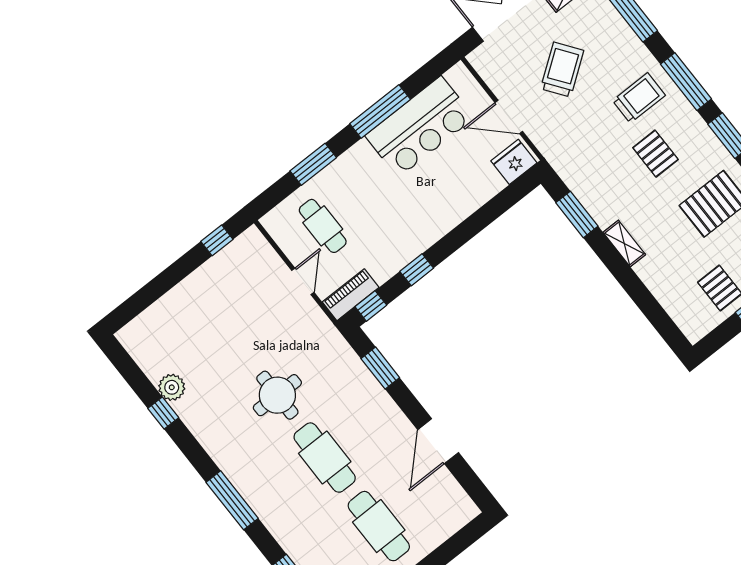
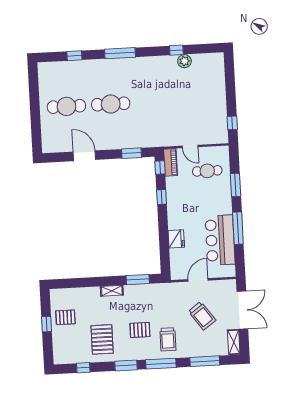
fridge: (514, 162) -> (176, 239), moved
round table: (277, 395) -> (150, 103), removed

